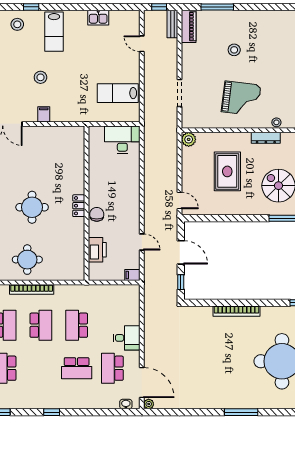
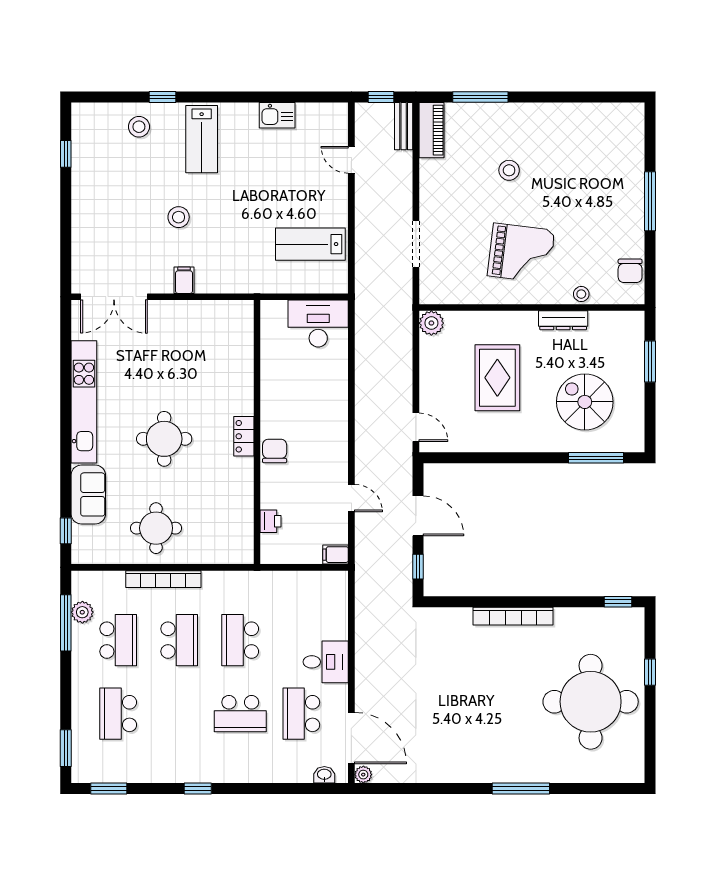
printer: (97, 250) -> (270, 521), width x0.53, depth x0.68

